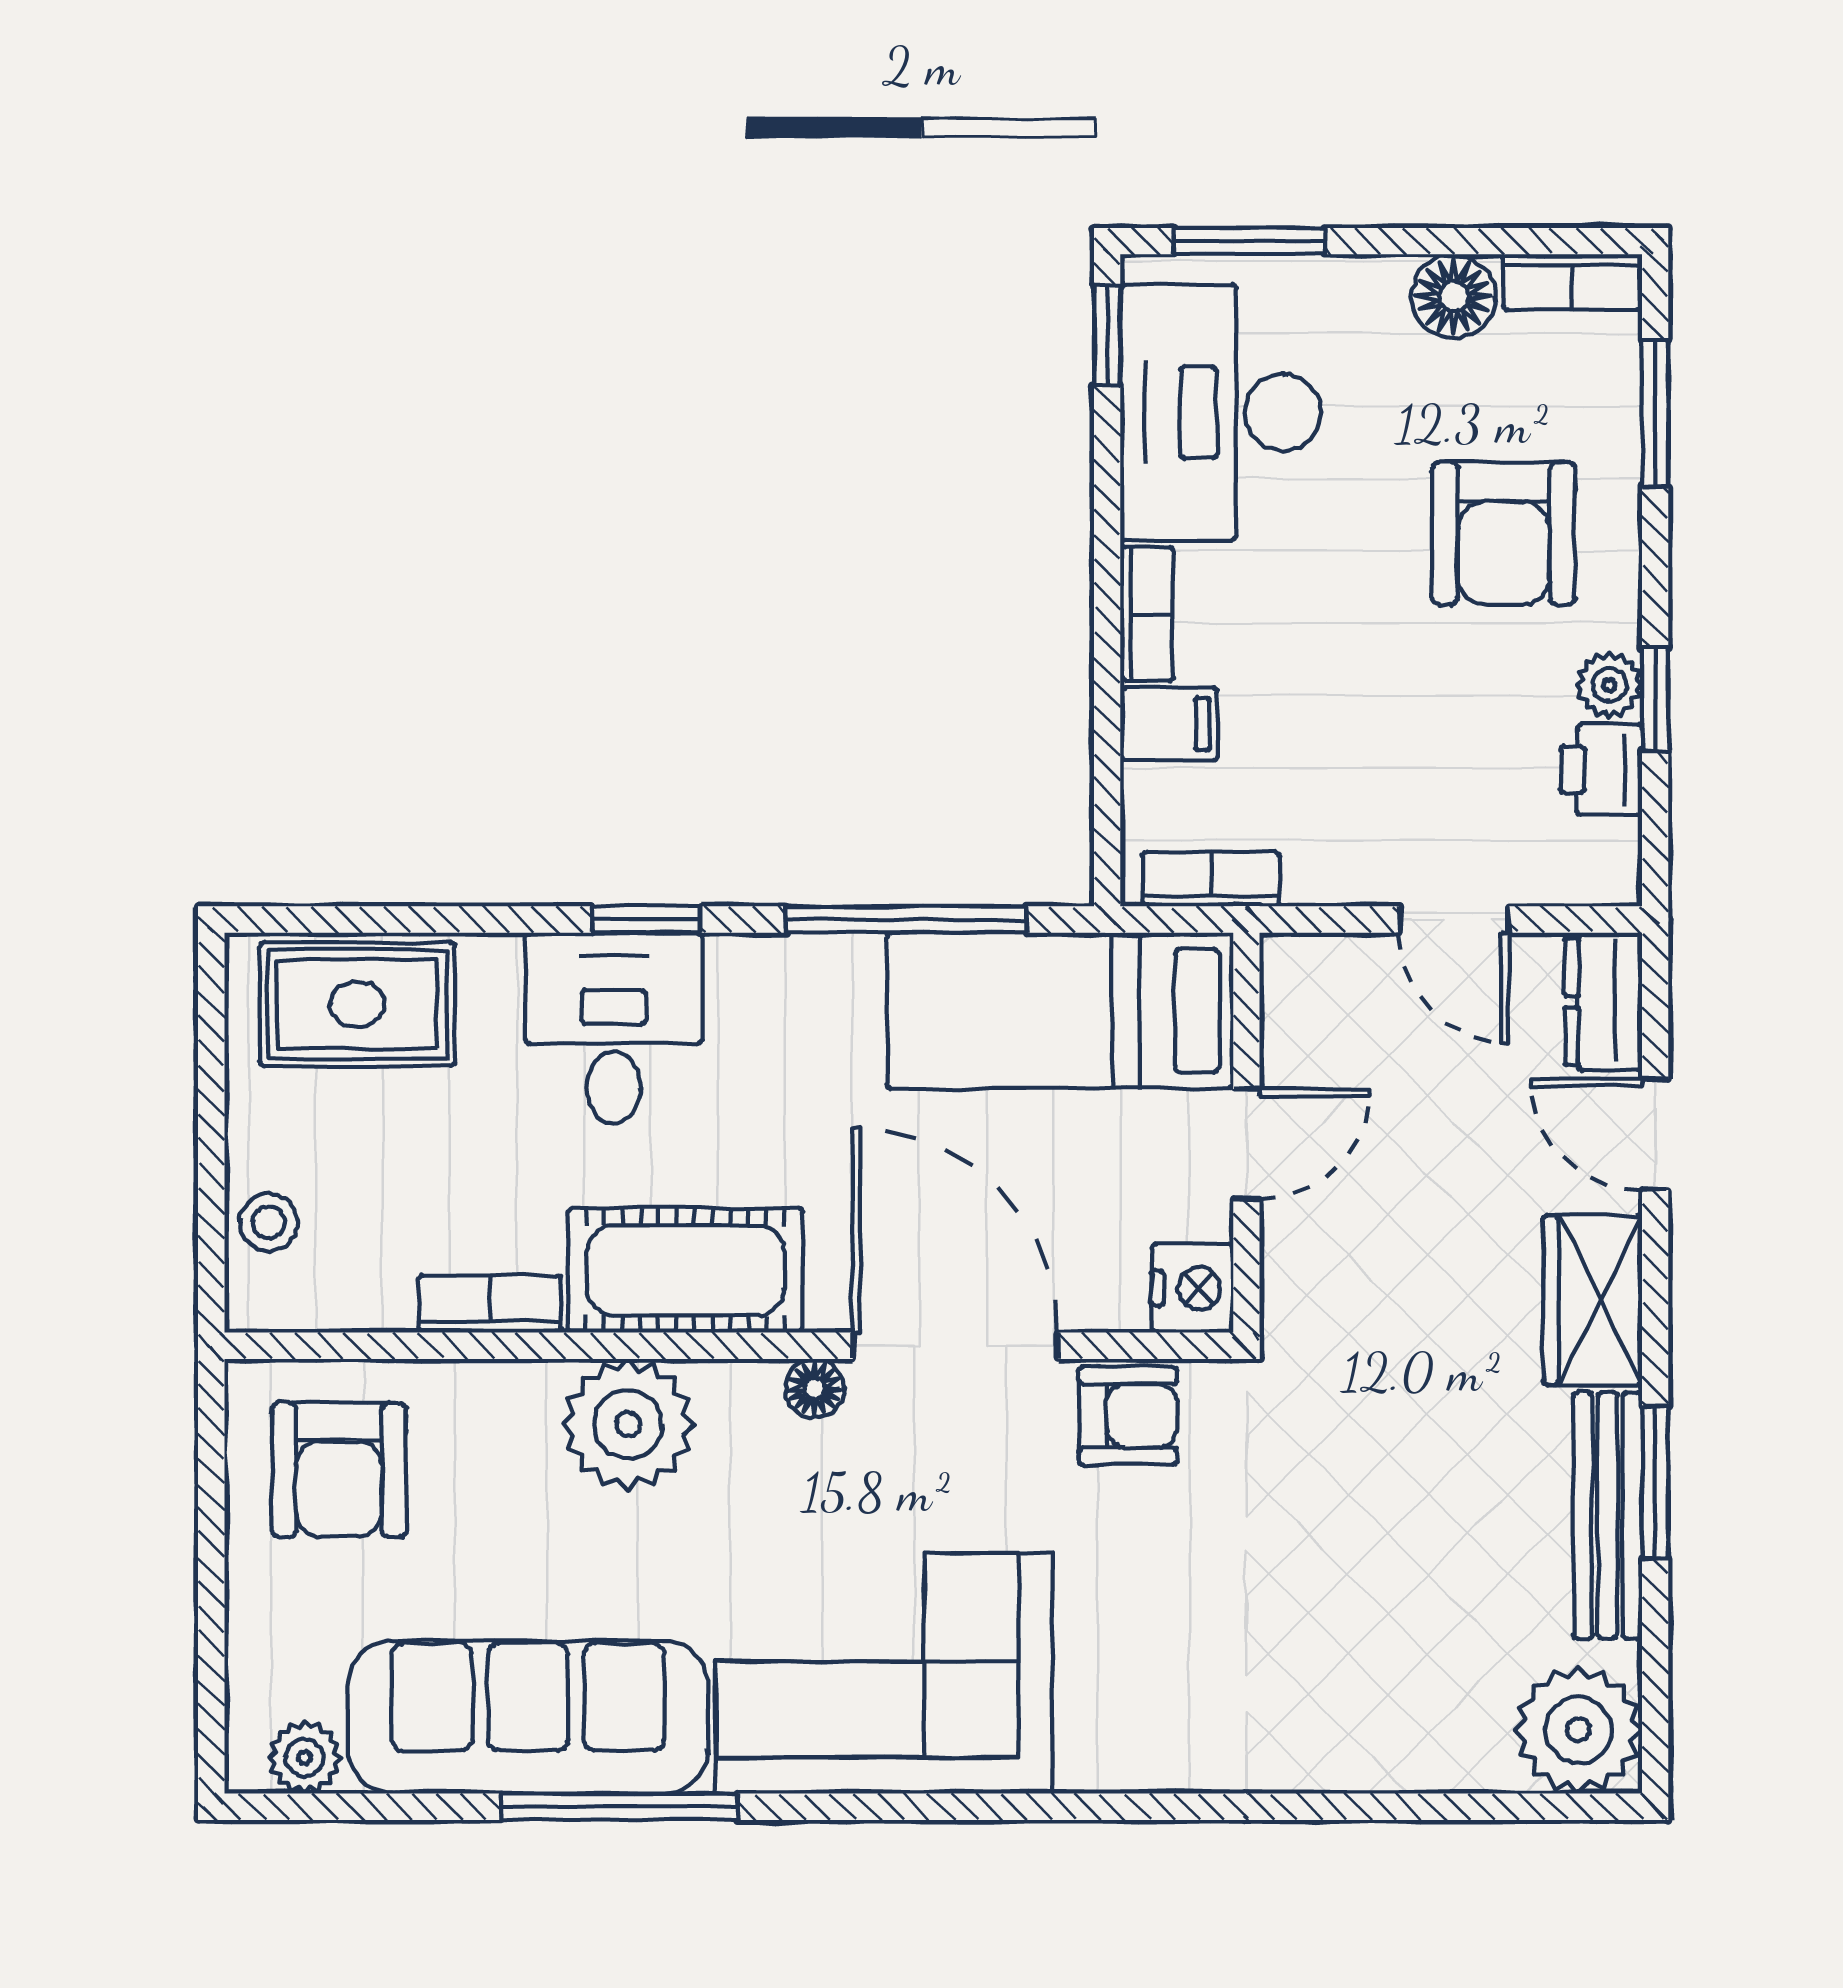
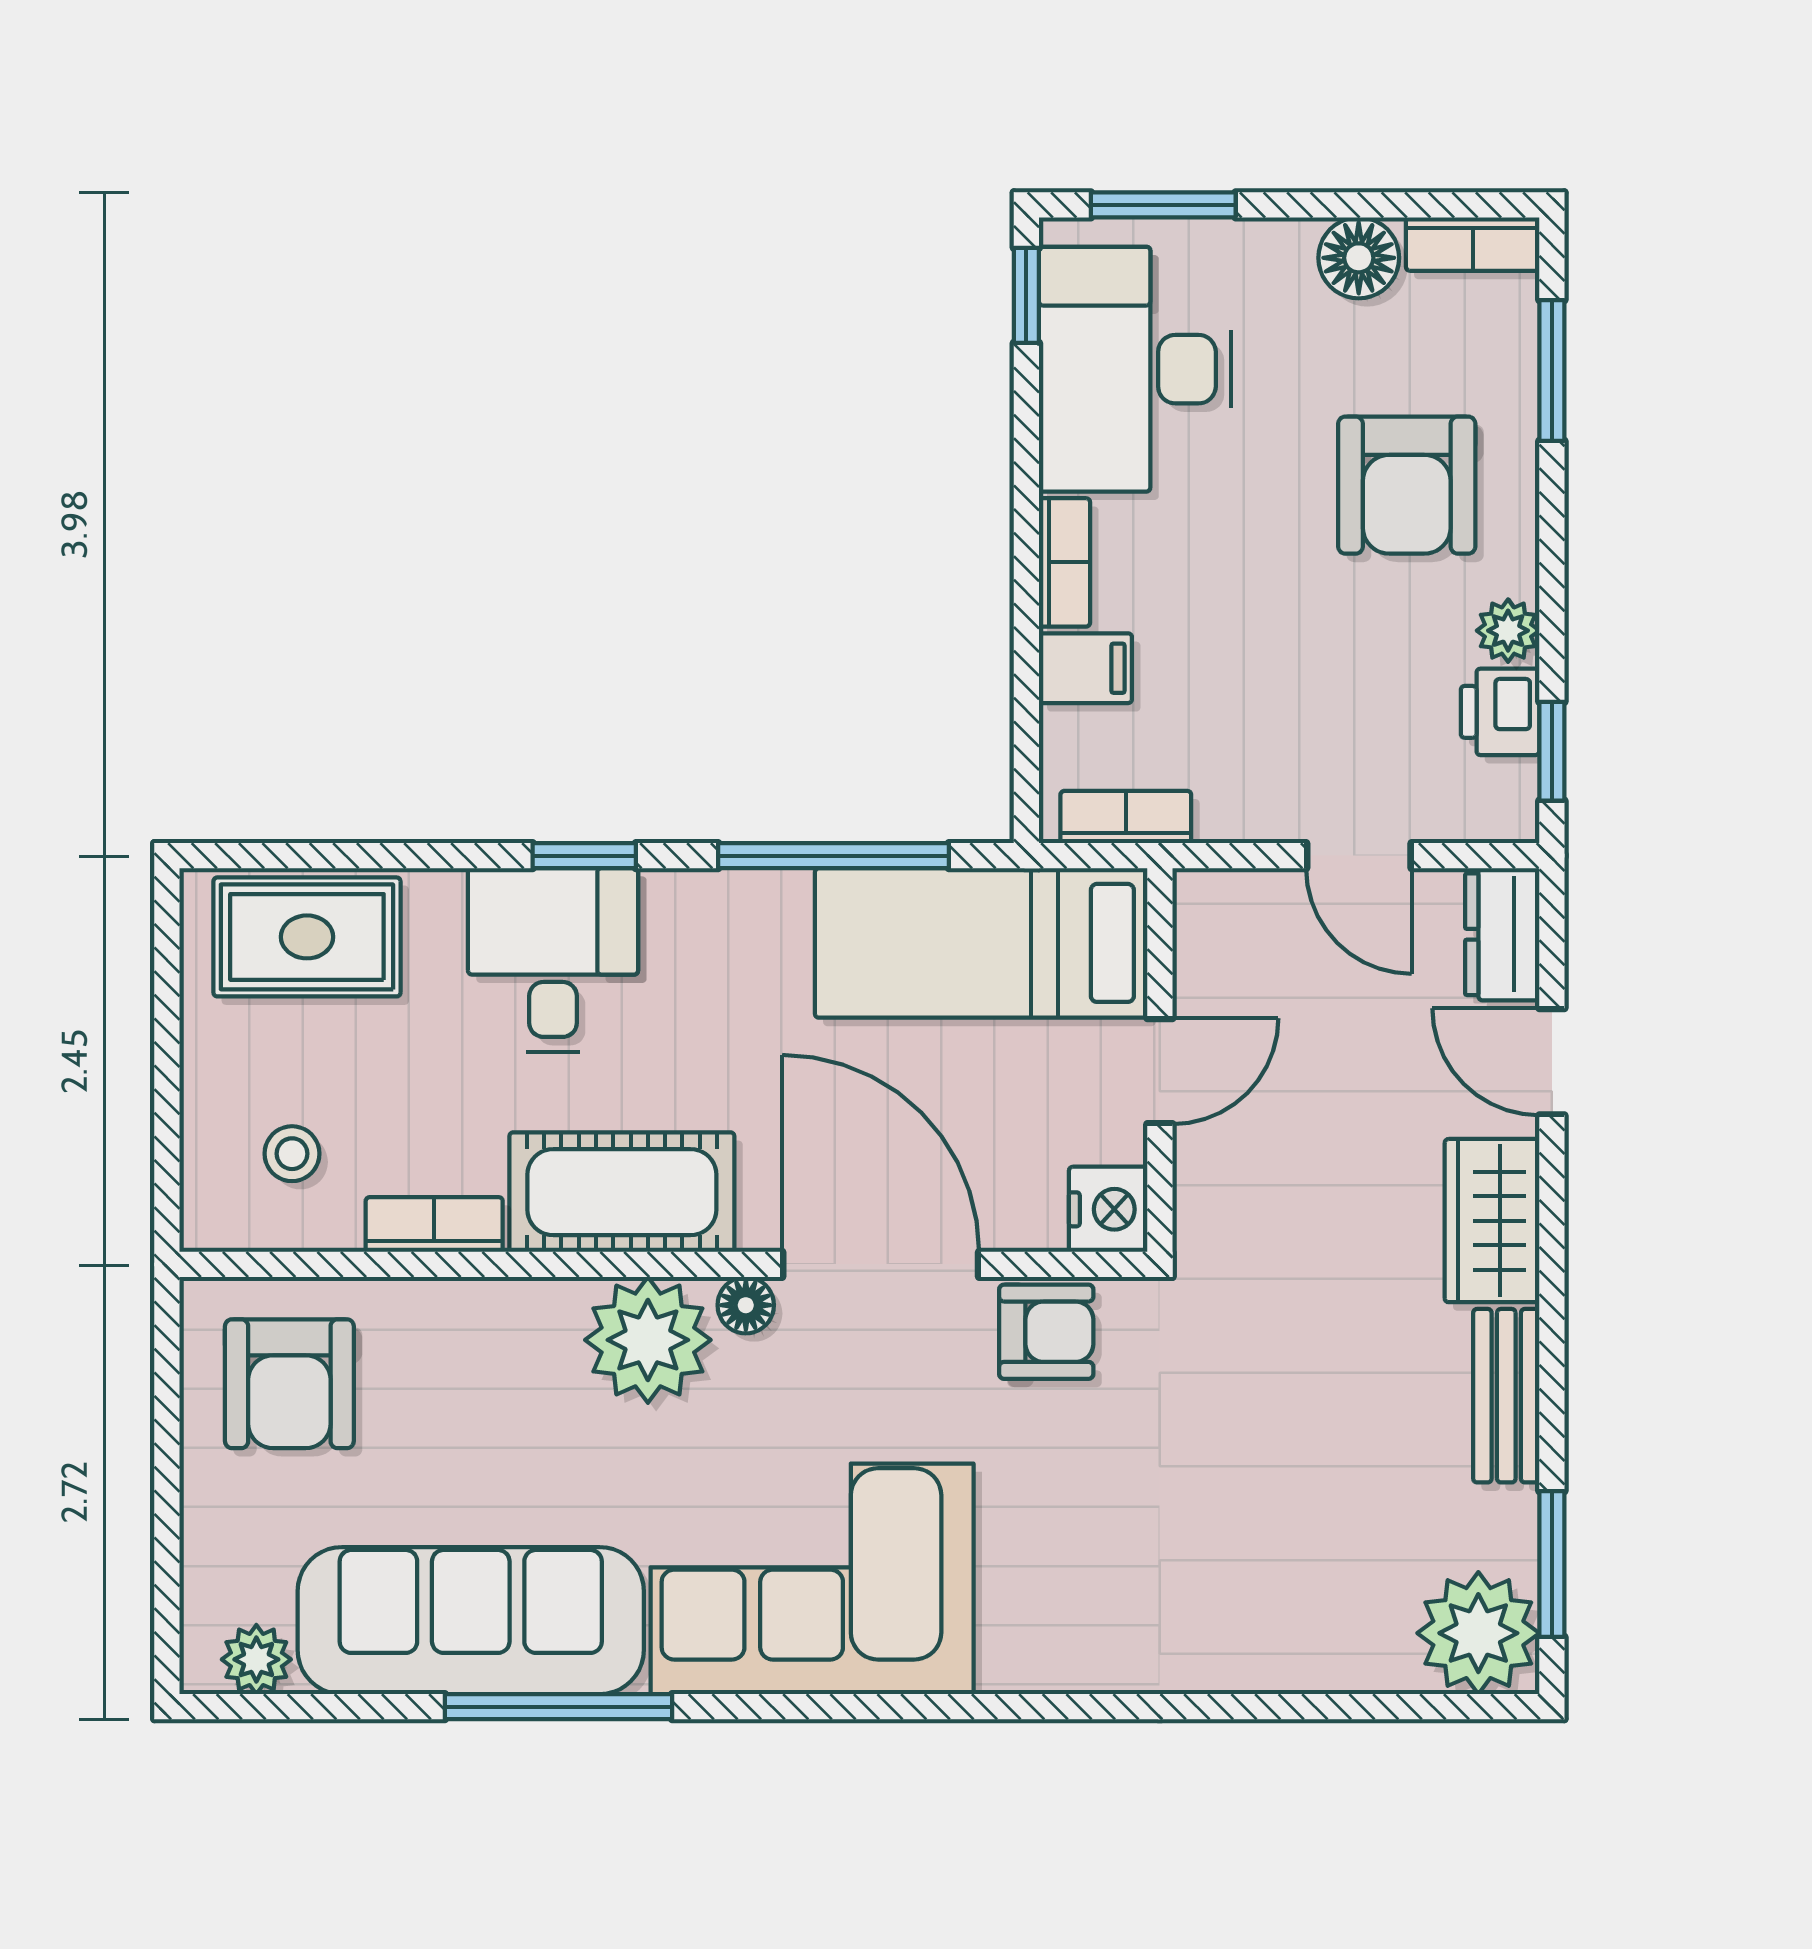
window: (1655, 699) -> (1552, 751), moved
stool: (269, 1222) -> (292, 1154), moved
plant: (628, 1424) -> (648, 1340), moved
window: (1655, 1482) -> (1552, 1564), moved
bench: (1608, 1515) -> (1506, 1396), width x0.73

